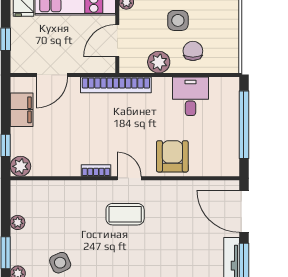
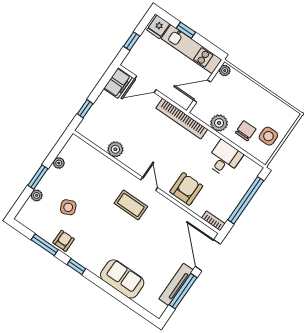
side table: (178, 20) -> (268, 136), moved
filing cabinet: (22, 110) -> (118, 83), moved
plant: (20, 166) -> (115, 149), moved
bookcase: (96, 171) -> (213, 221), moved

